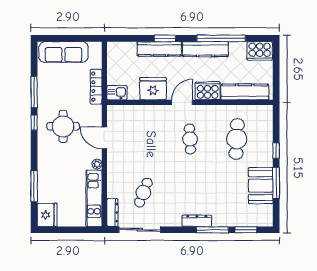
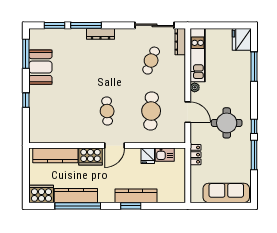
kitchen counter: (205, 49) -> (76, 196), moved
locker: (96, 87) -> (196, 155), width x0.66
fridge: (153, 89) -> (148, 156), width x0.53, depth x0.75
kitchen sink: (117, 93) -> (165, 155), moved
cafe table: (237, 139) -> (151, 111), moved
window: (276, 183) -> (26, 54), moved

